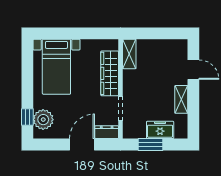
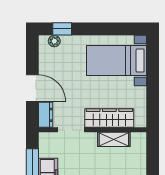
shelving: (129, 54) -> (114, 139), moved
plant: (43, 120) -> (54, 41), width x0.53, depth x0.53

